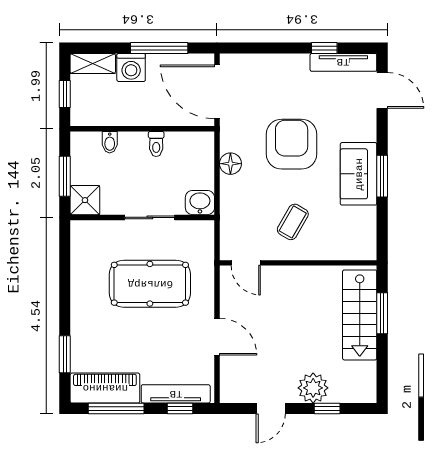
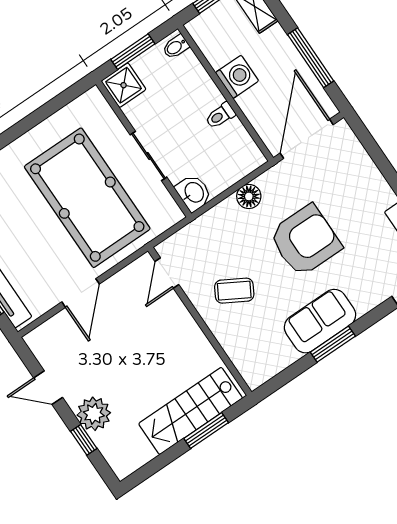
washing machine: (131, 67) -> (237, 77), moved, turned 180
bidet: (110, 142) -> (176, 47), moved
pool table: (150, 284) -> (87, 198), width x1.36, depth x1.32

